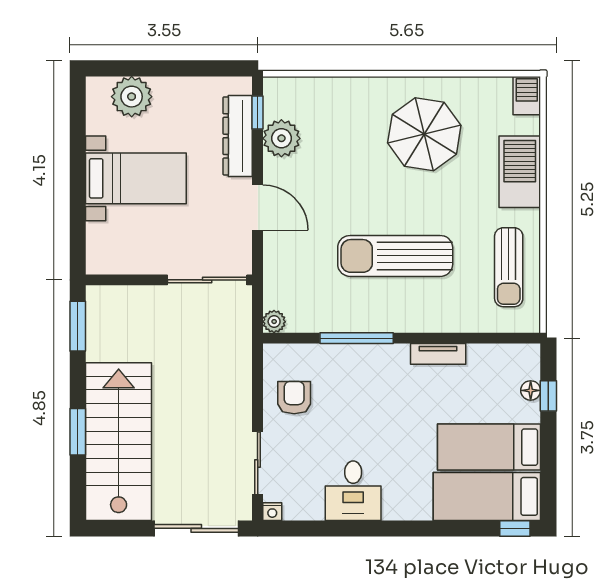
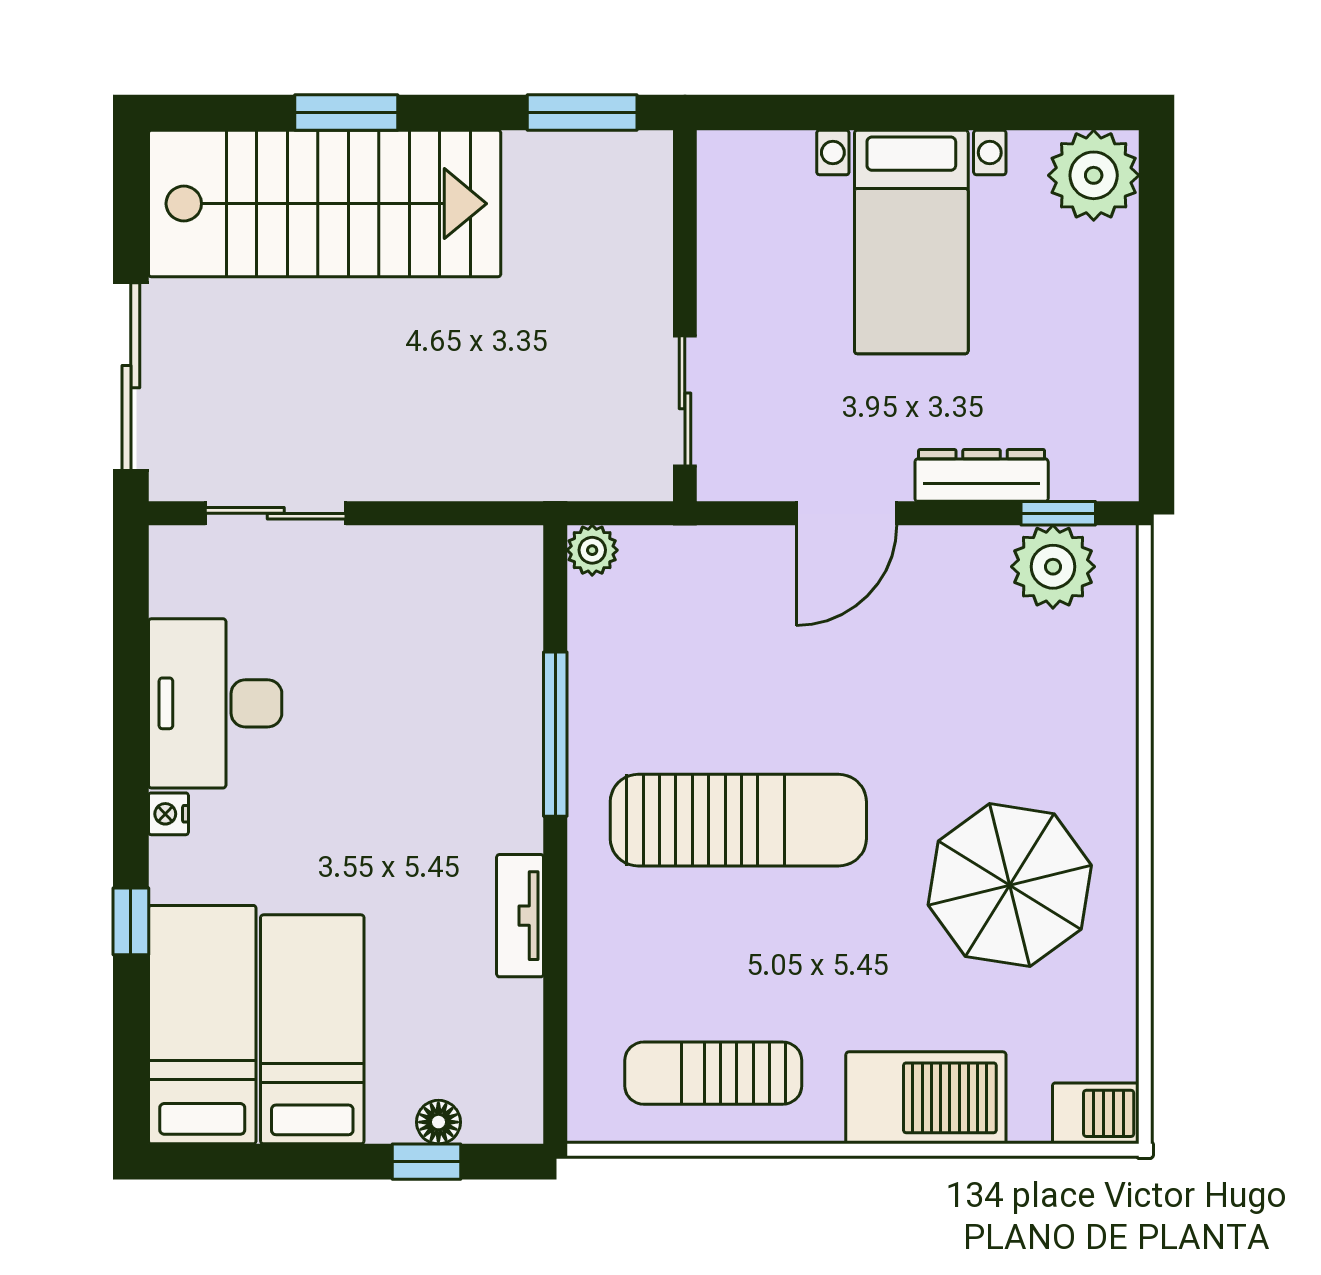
plant: (132, 97) -> (1094, 175), moved
dresser: (238, 136) -> (982, 475), width x0.73, depth x0.80
plant: (281, 138) -> (1053, 567), moved
sun lounger: (395, 256) -> (738, 820), turned 90
sliding door: (207, 280) -> (685, 401), width x0.73
armchair: (294, 398) -> (423, 595), removed
desk: (353, 491) -> (215, 703), width x1.37
nightstand: (272, 512) -> (168, 814), moved
window: (515, 528) -> (131, 921), moved

